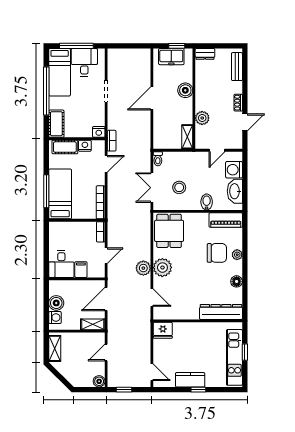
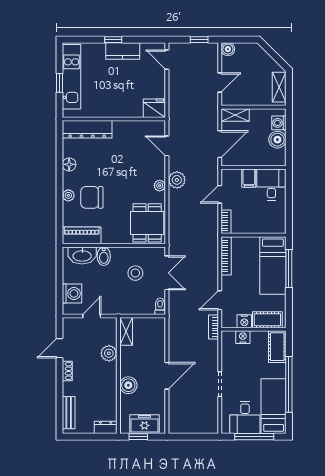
nightstand: (99, 132) -> (243, 337), moved
washbasin: (235, 191) -> (82, 255), moved, turned 90
plant: (162, 268) -> (160, 186), width x0.53, depth x0.53

